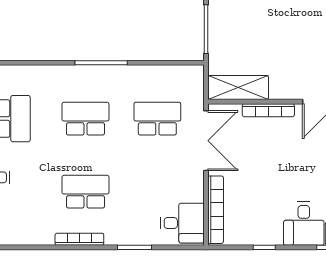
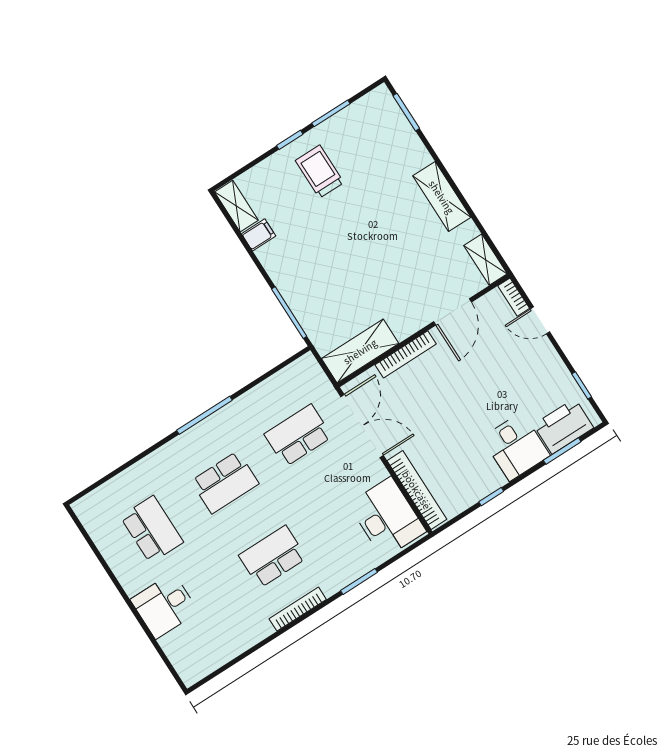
school desk: (85, 119) -> (225, 482), turned 180
desk: (182, 223) -> (387, 518), width x1.37

